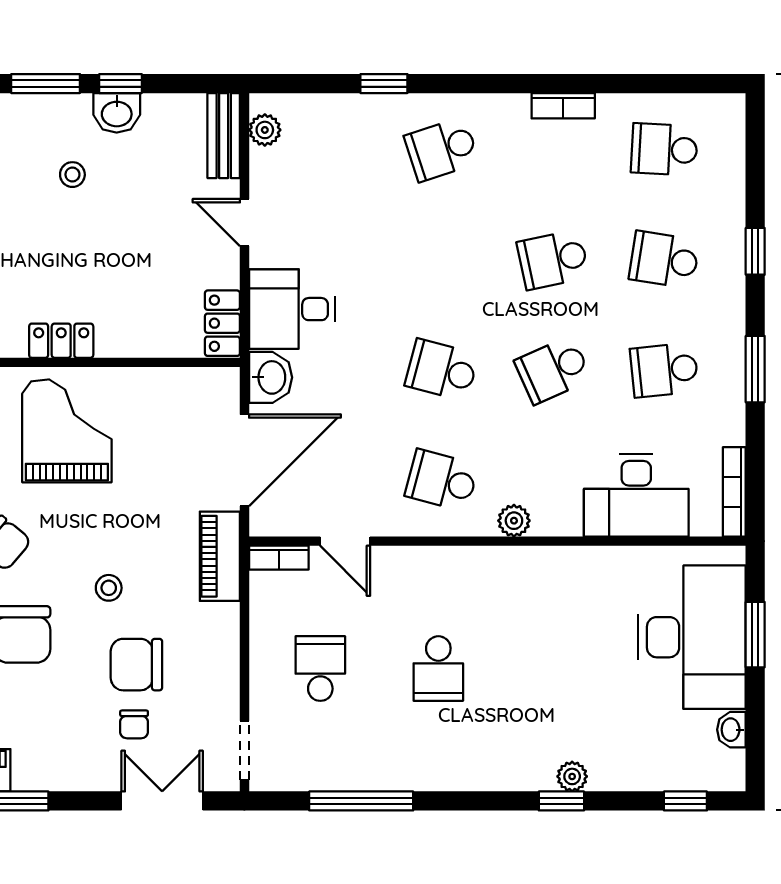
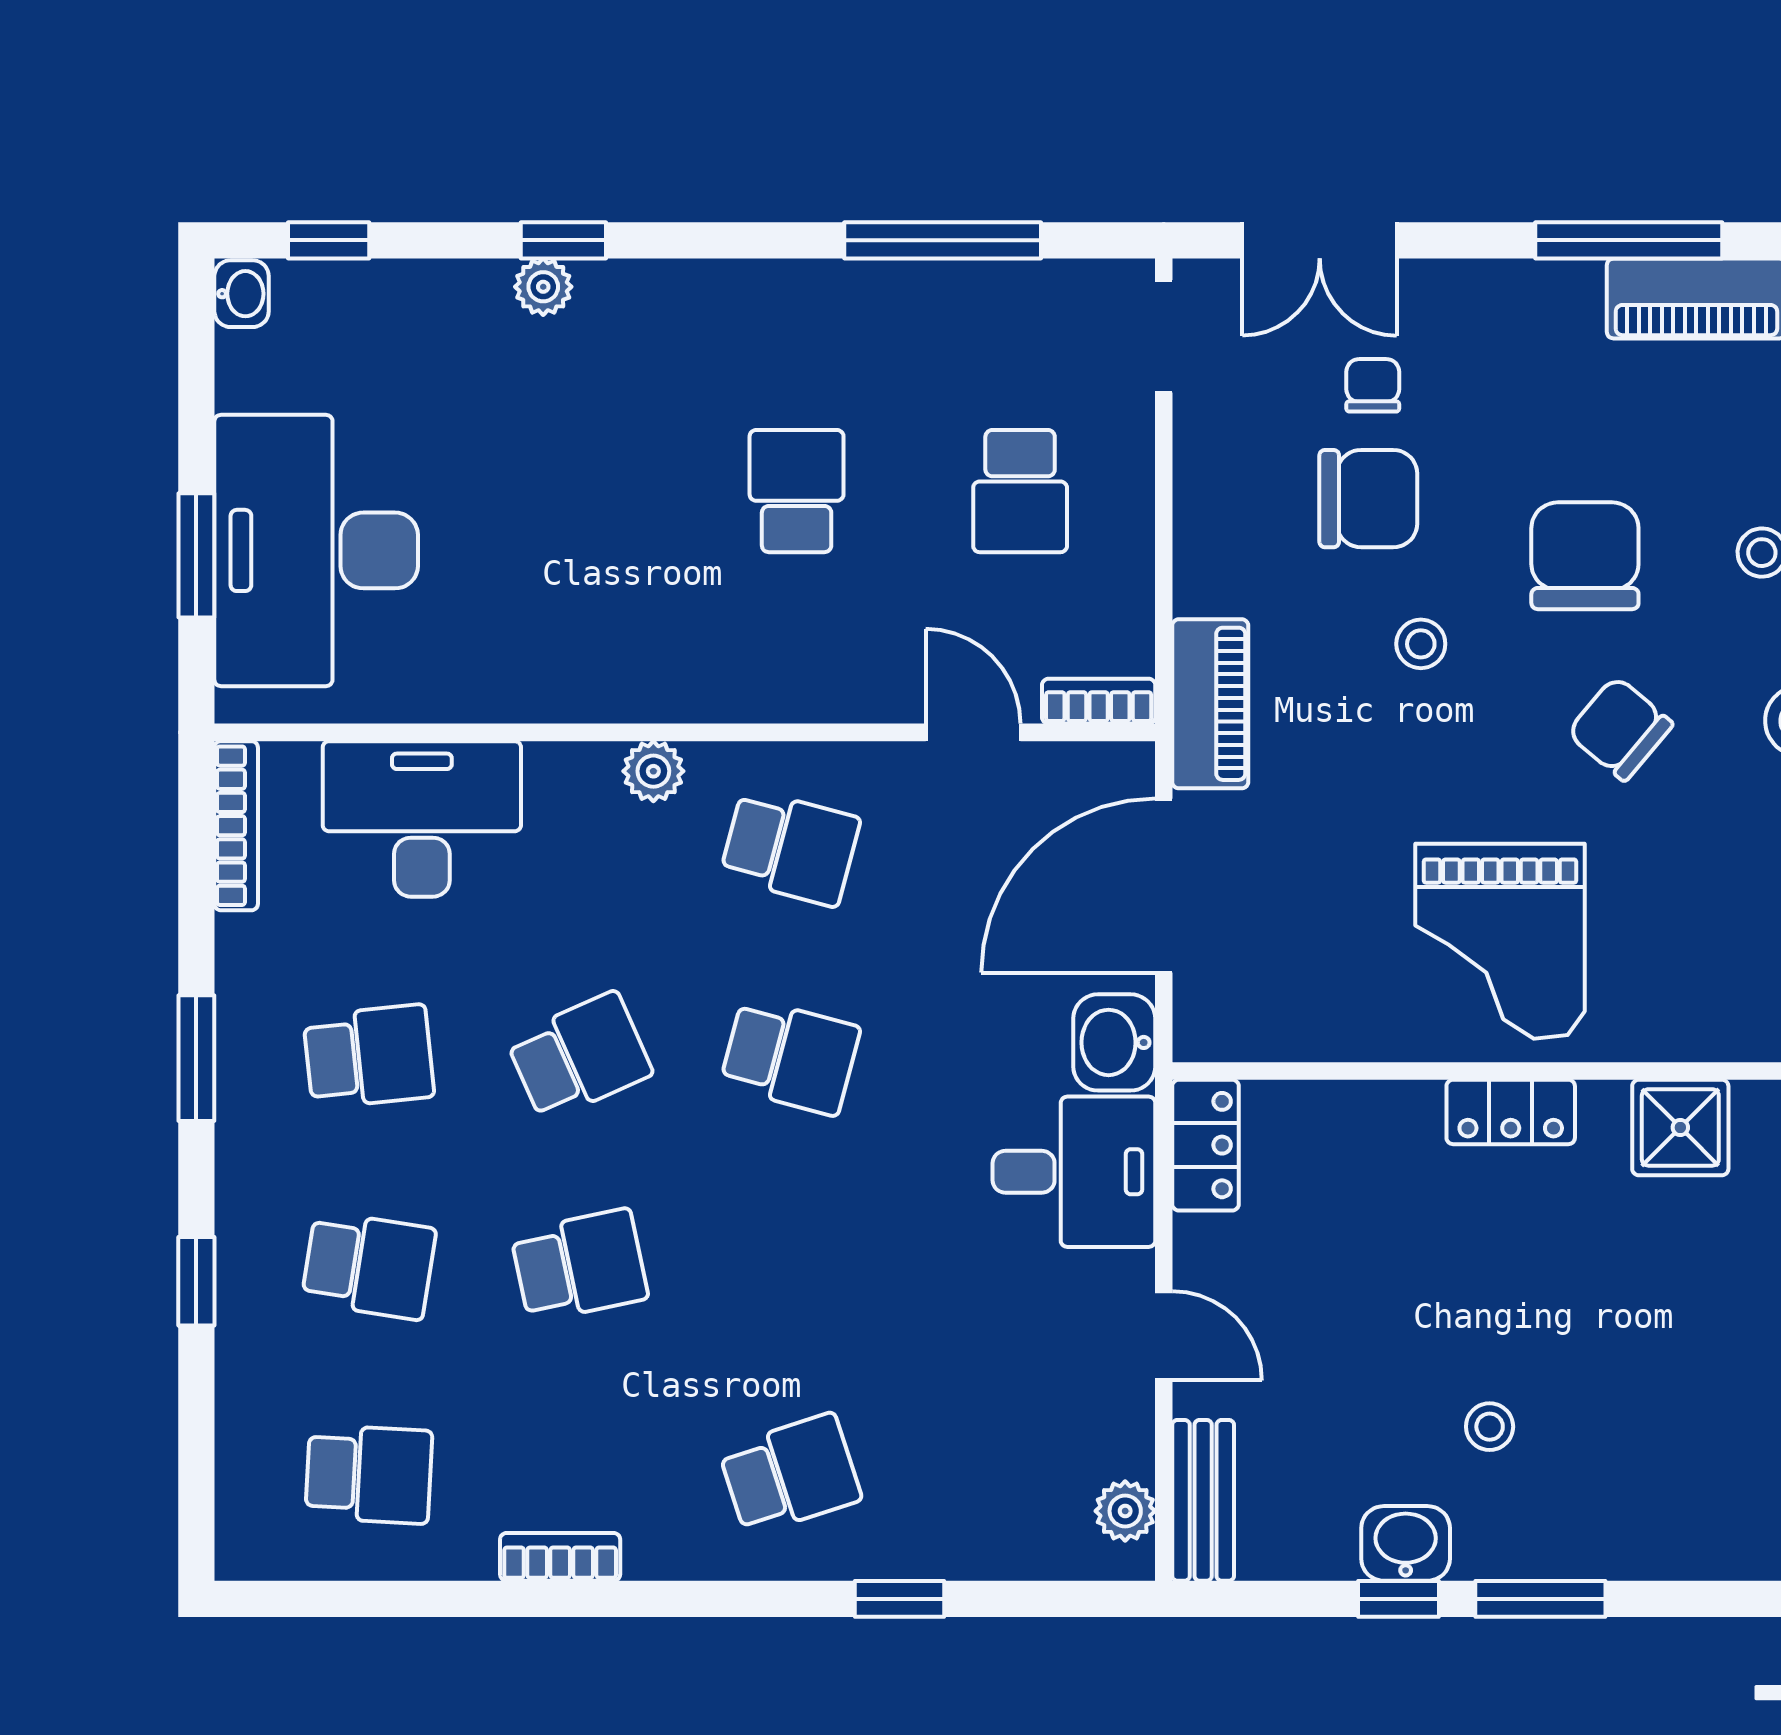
washbasin: (731, 730) -> (242, 294), moved

